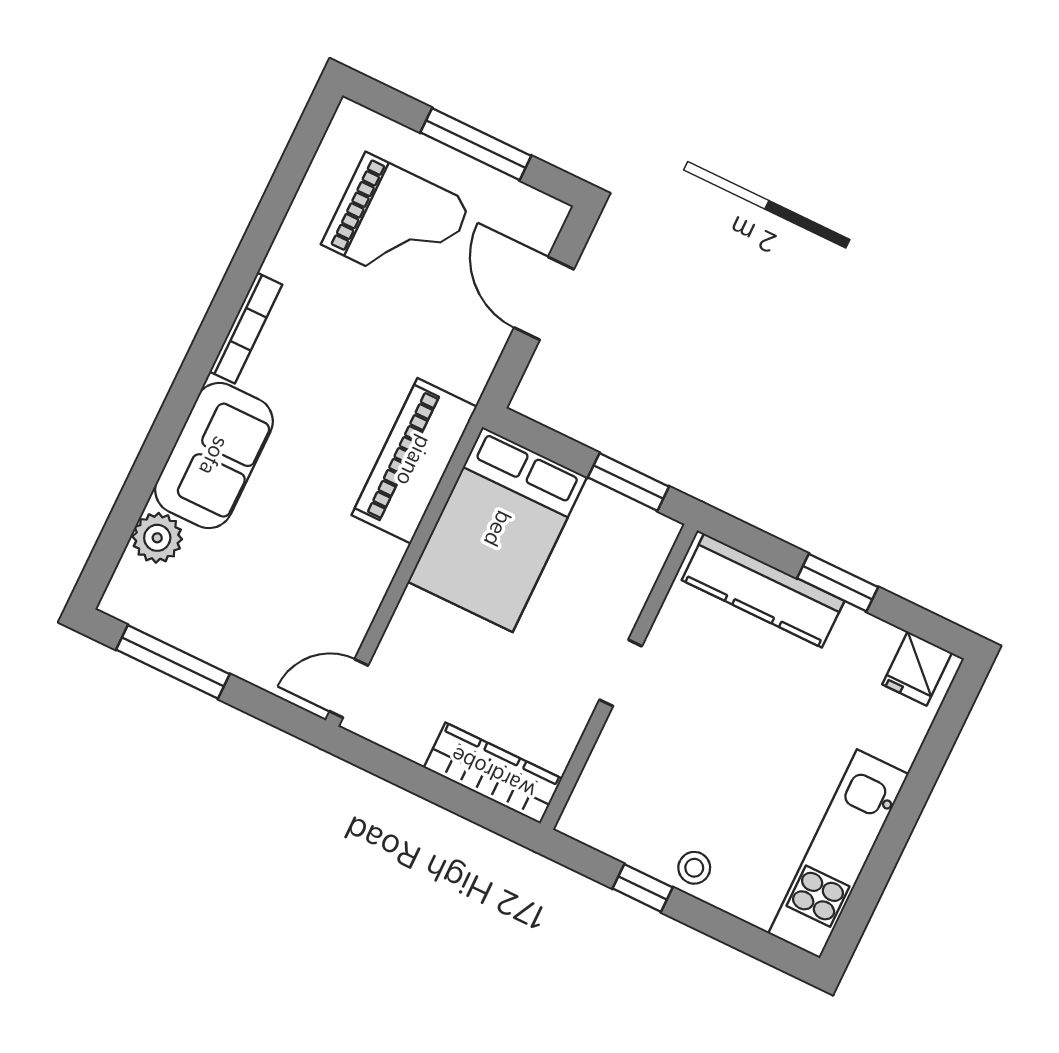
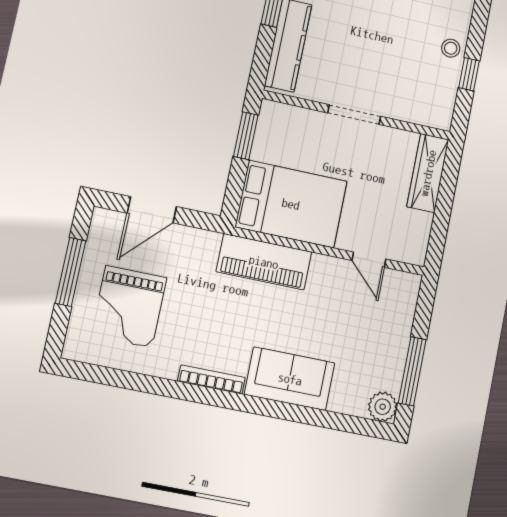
grand piano: (397, 224) -> (129, 307), turned 180
plant: (157, 538) -> (383, 407), moved
doorway: (621, 673) -> (354, 115), width x1.38
door: (349, 688) -> (369, 260), moved

